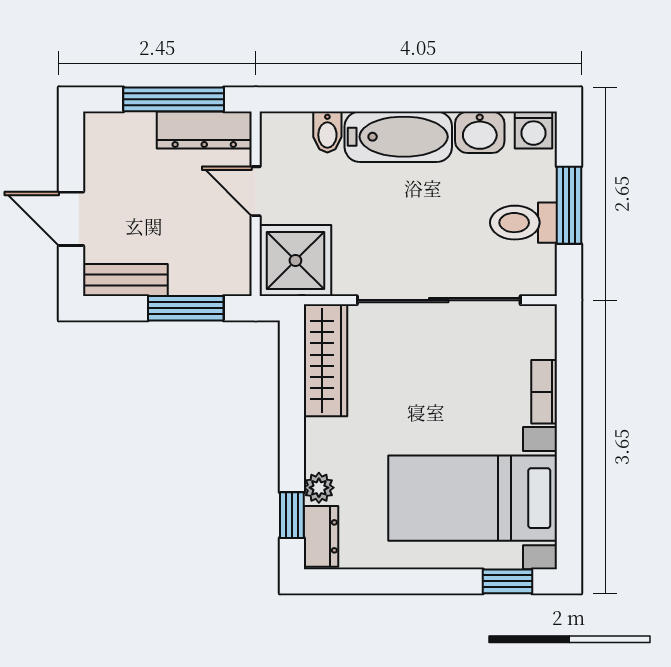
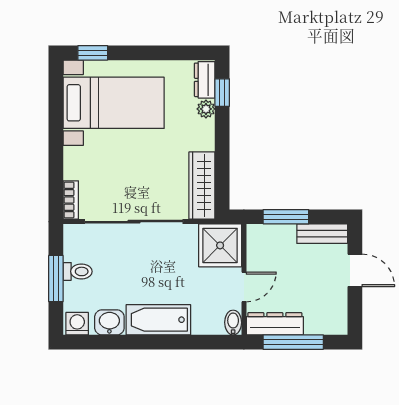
bidet: (327, 132) -> (233, 322), moved
door: (256, 191) -> (244, 287), hinge flipped
toilet: (524, 223) -> (78, 271), width x0.73, depth x0.72
bookcase: (544, 392) -> (71, 200), moved

